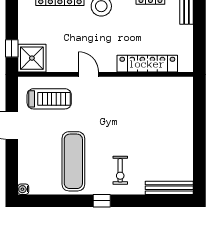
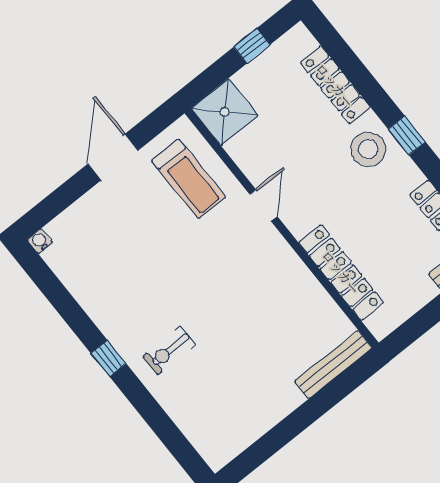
window: (12, 48) -> (252, 46), moved
exercise mat: (73, 161) -> (131, 278), removed
bench: (169, 188) -> (333, 364), moved, turned 90

